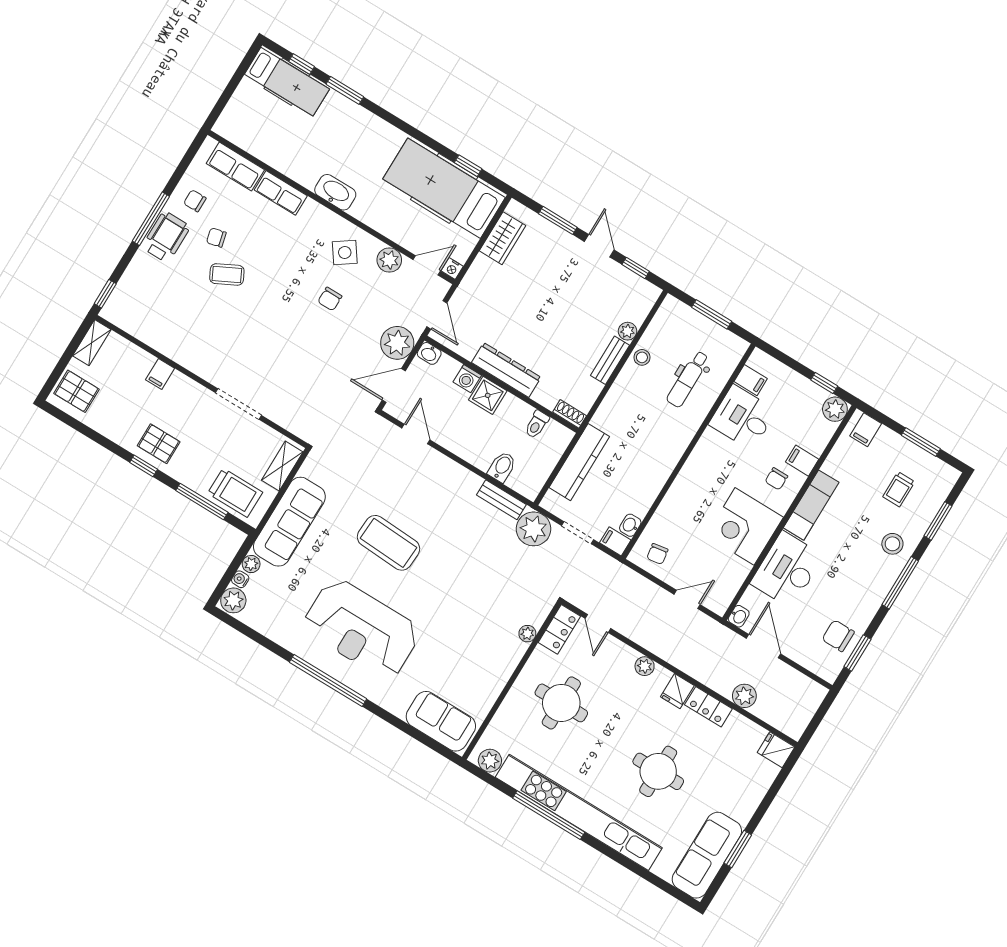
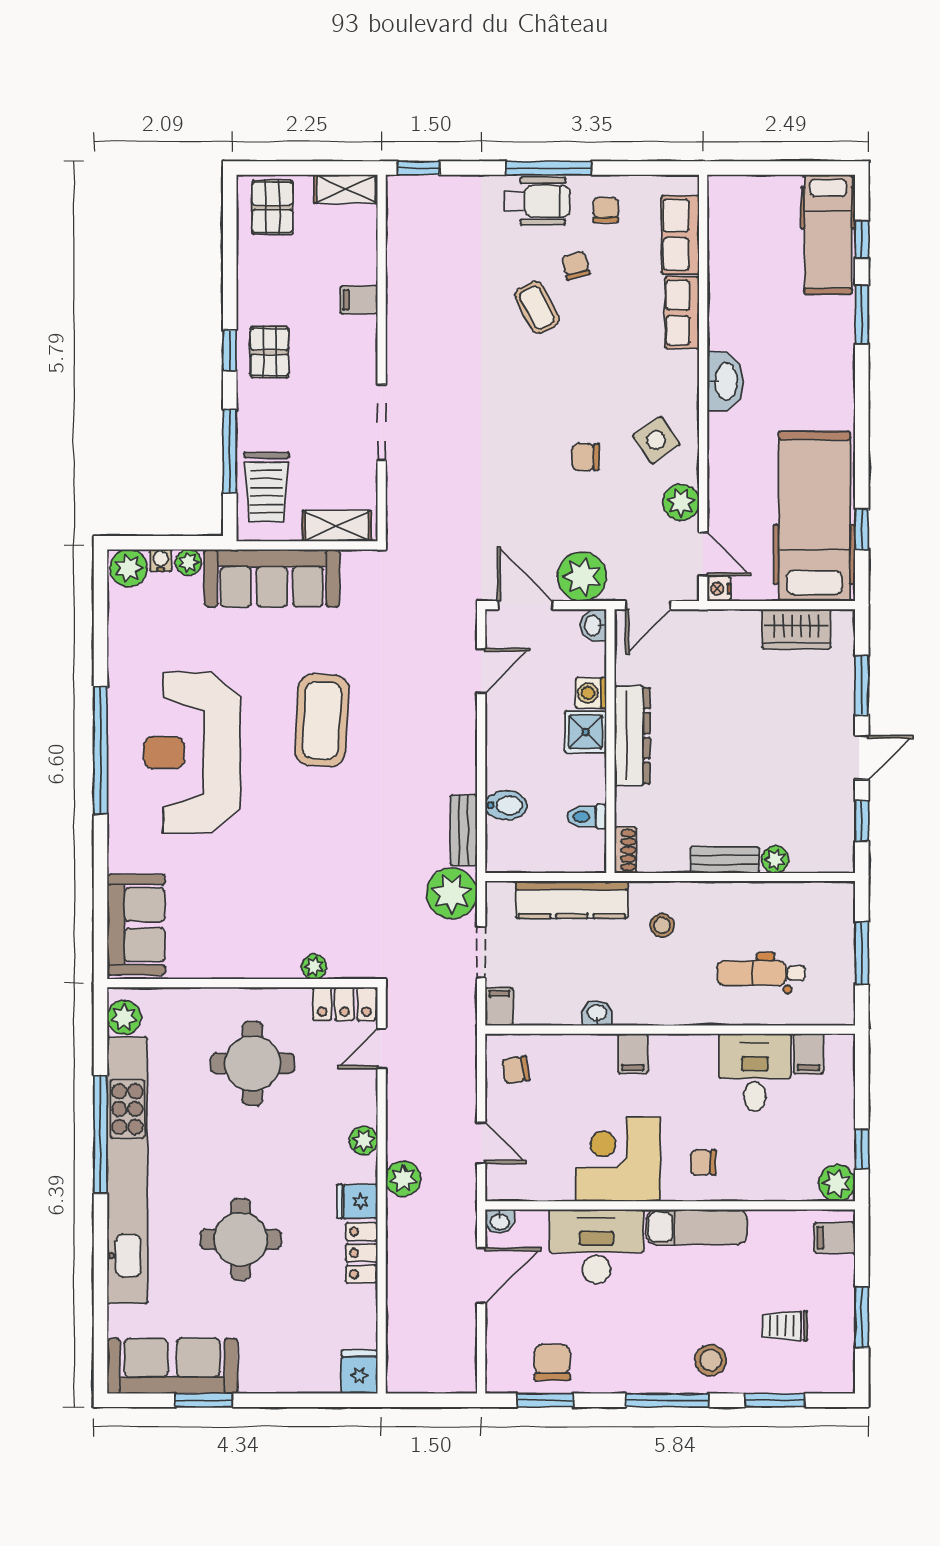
stool: (642, 357) -> (662, 925), moved
filing cabinet: (802, 461) -> (633, 1054), moved, turned 180
washbasin: (630, 525) -> (597, 1013), moved
plant: (744, 696) -> (403, 1179), moved

